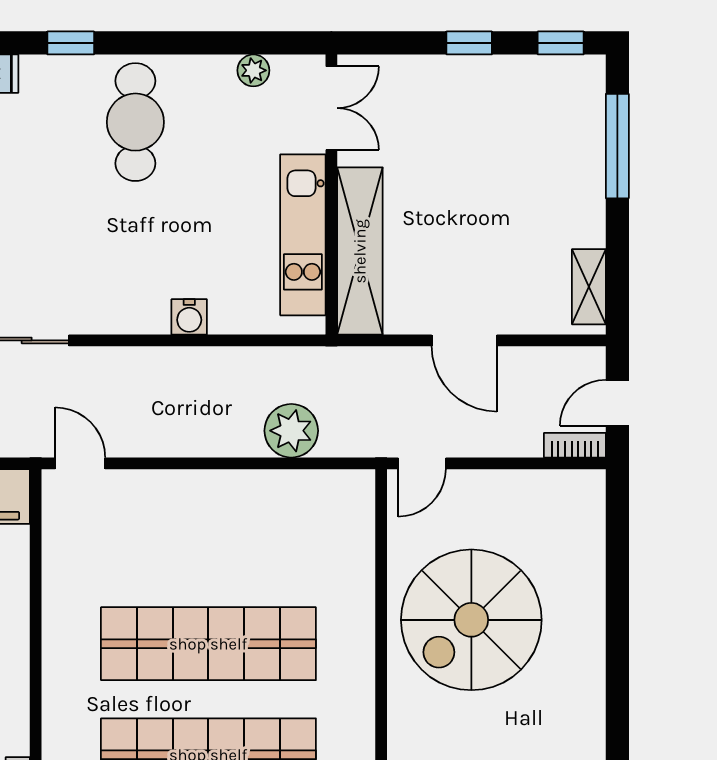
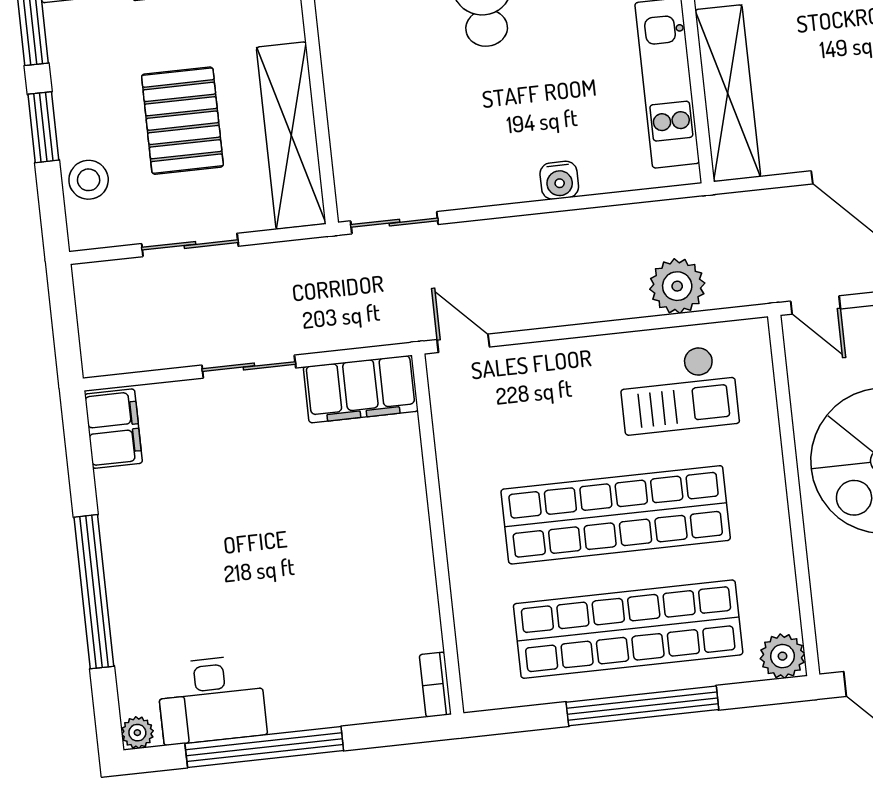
door: (422, 463) -> (815, 305), hinge flipped
checkout: (282, 530) -> (678, 390), added

